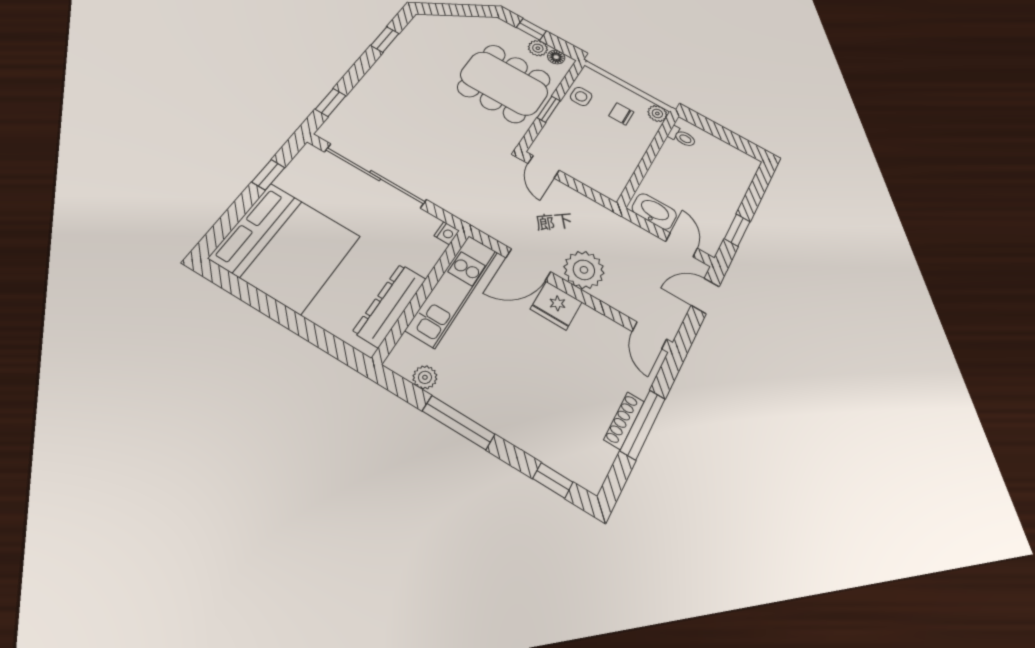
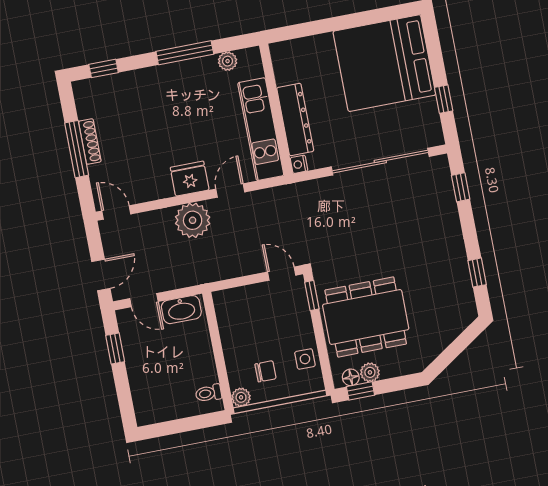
window: (531, 29) -> (361, 391), moved
window: (549, 109) -> (312, 296), moved
door: (528, 265) -> (230, 191), width x0.73
dresser: (390, 305) -> (295, 119), moved

